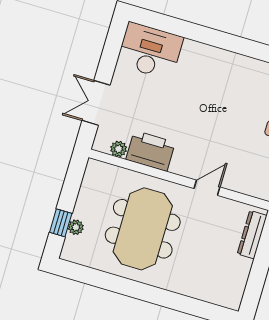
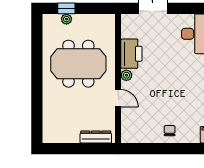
plant: (119, 149) -> (126, 75), moved

